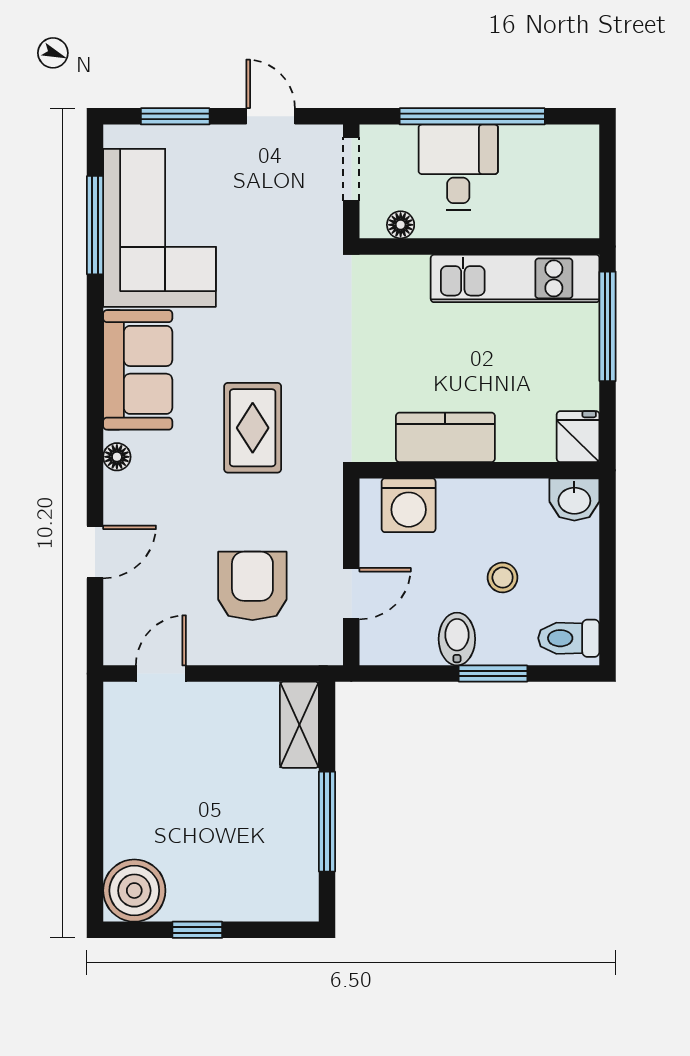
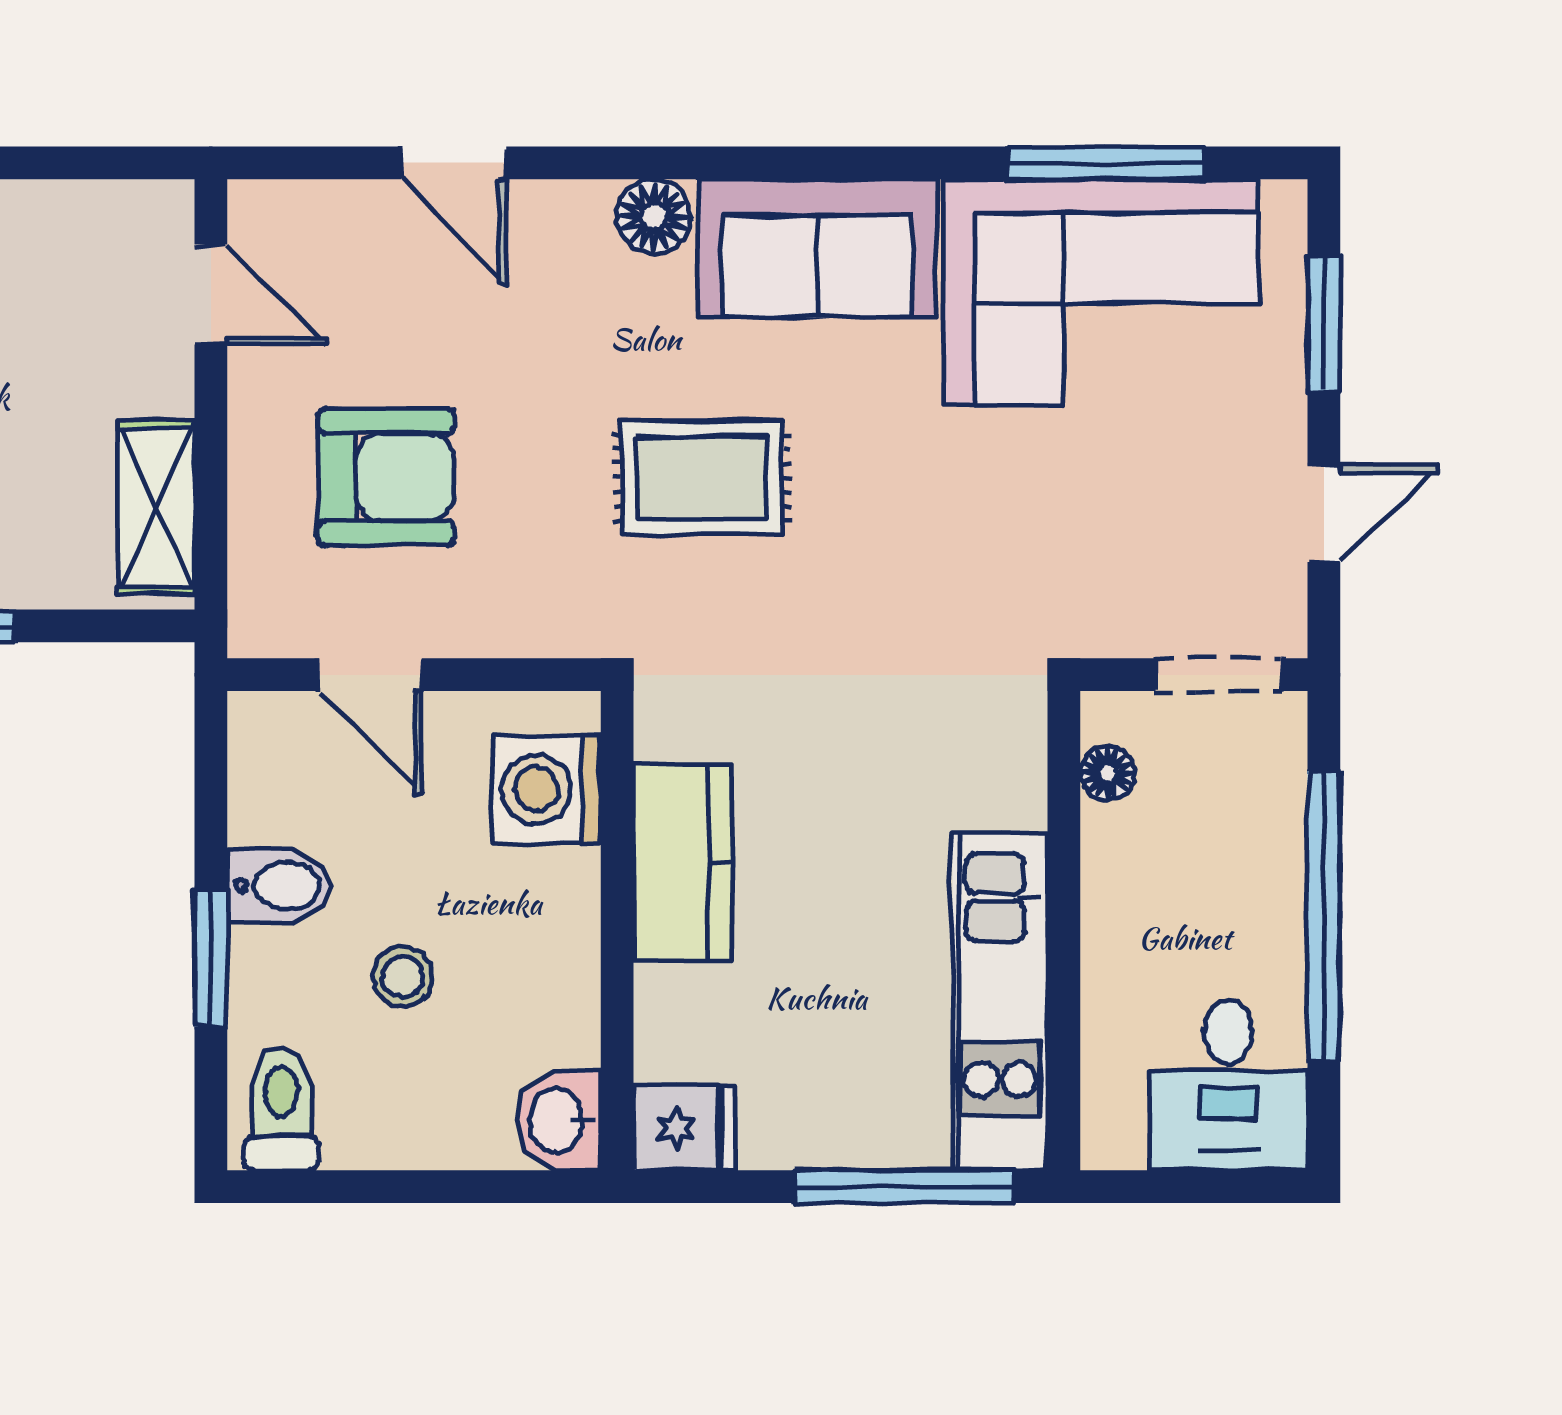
desk: (458, 167) -> (1228, 1085), moved, turned 90
floor lamp: (117, 457) -> (654, 217), width x1.37, depth x1.37
shelving: (299, 725) -> (156, 507), moved, turned 90

